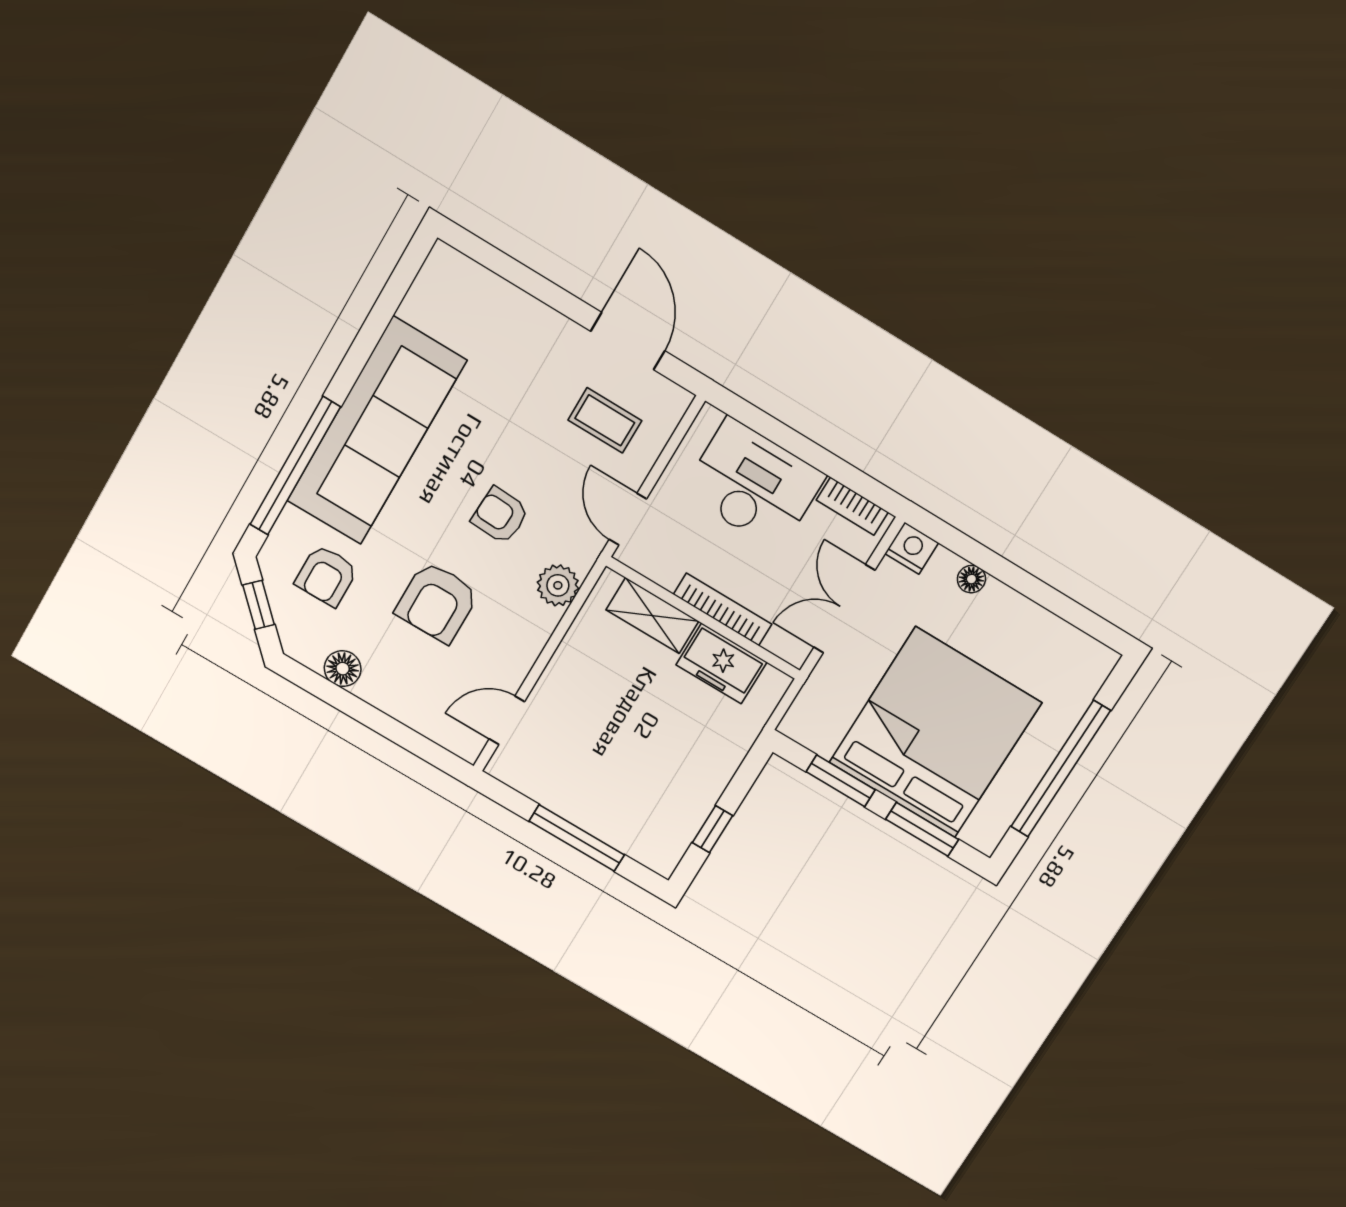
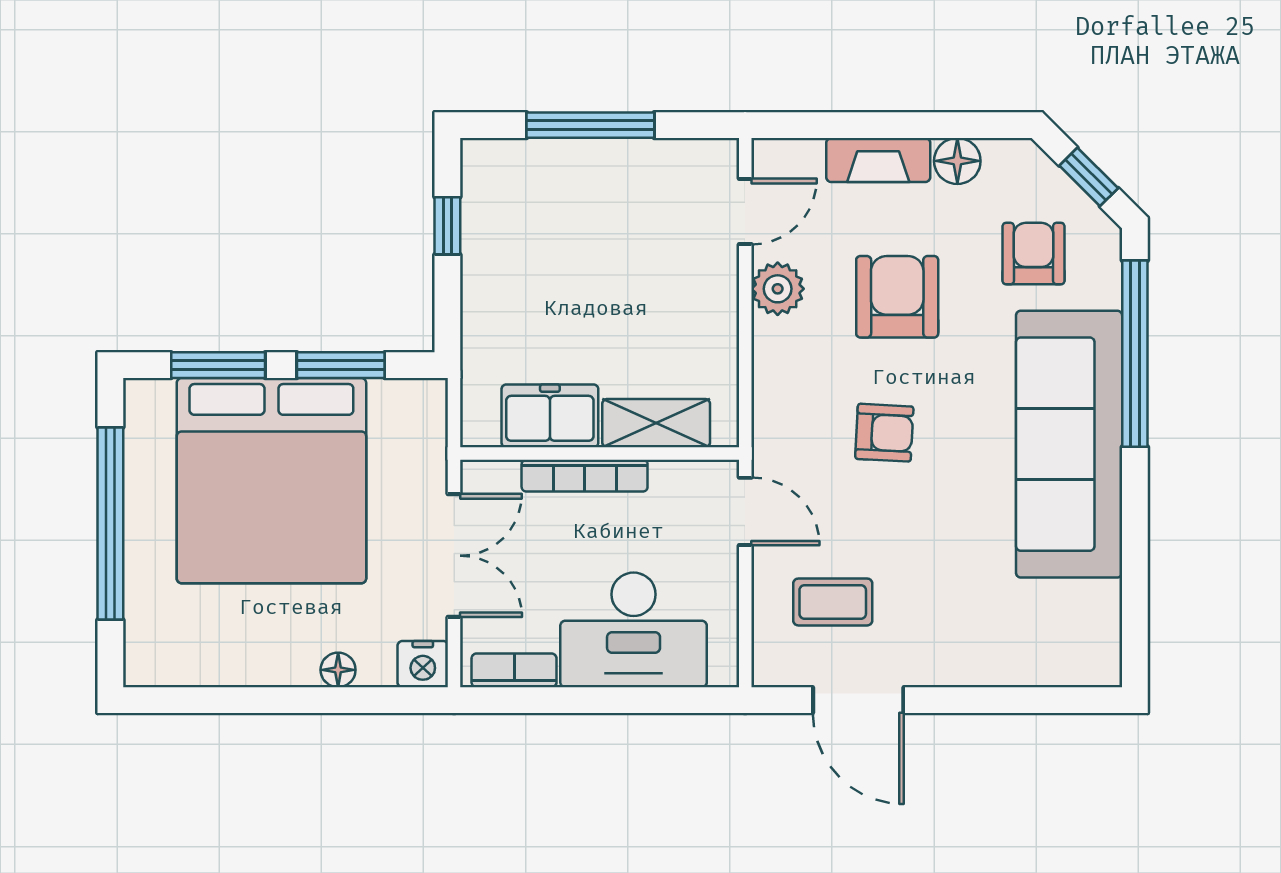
plant: (558, 585) -> (778, 289), moved
fireplace: (396, 701) -> (878, 160), added

